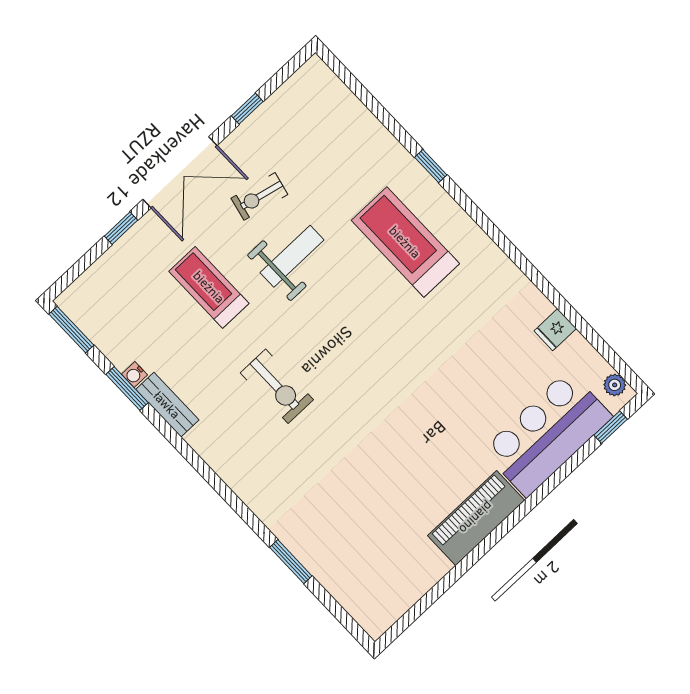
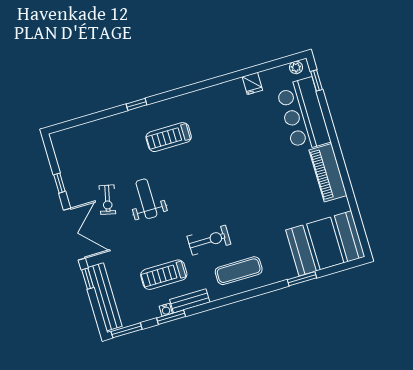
treadmill: (405, 242) -> (169, 137), width x0.73, depth x0.73
bench: (106, 270) -> (105, 297), added
treadmill: (209, 287) -> (164, 275), moved
exercise mat: (253, 457) -> (239, 271), added
booth: (364, 570) -> (325, 243), added

